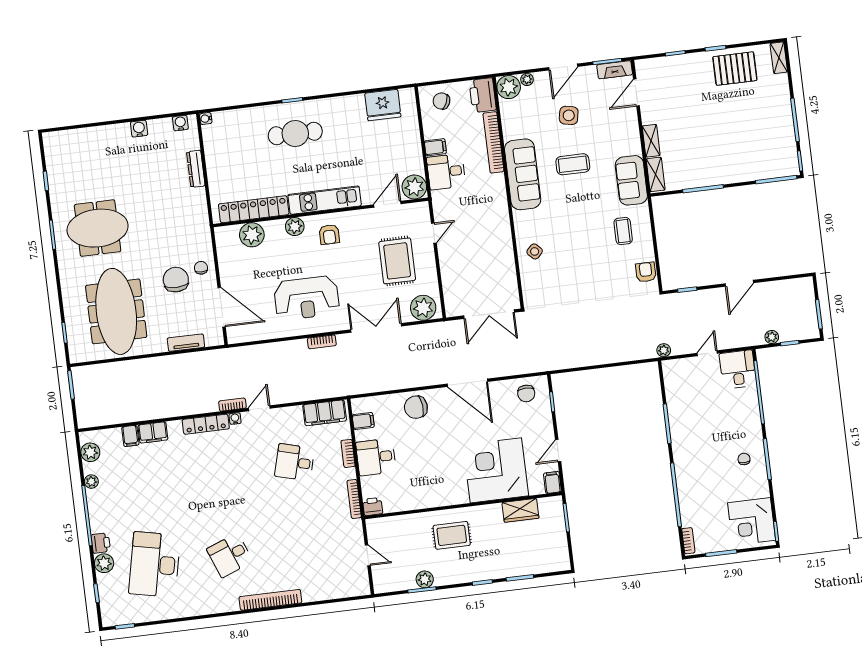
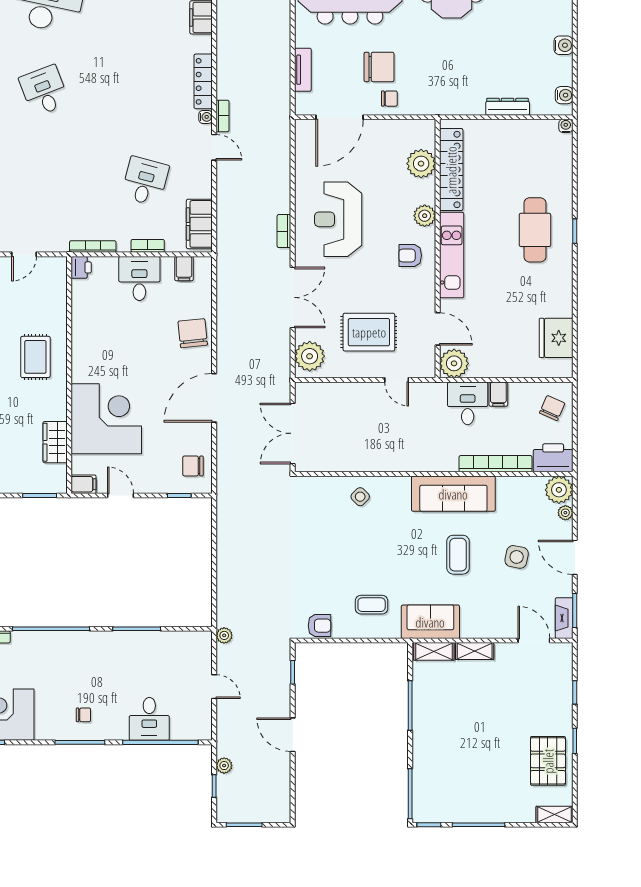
desk: (738, 369) -> (149, 719), moved, turned 90

